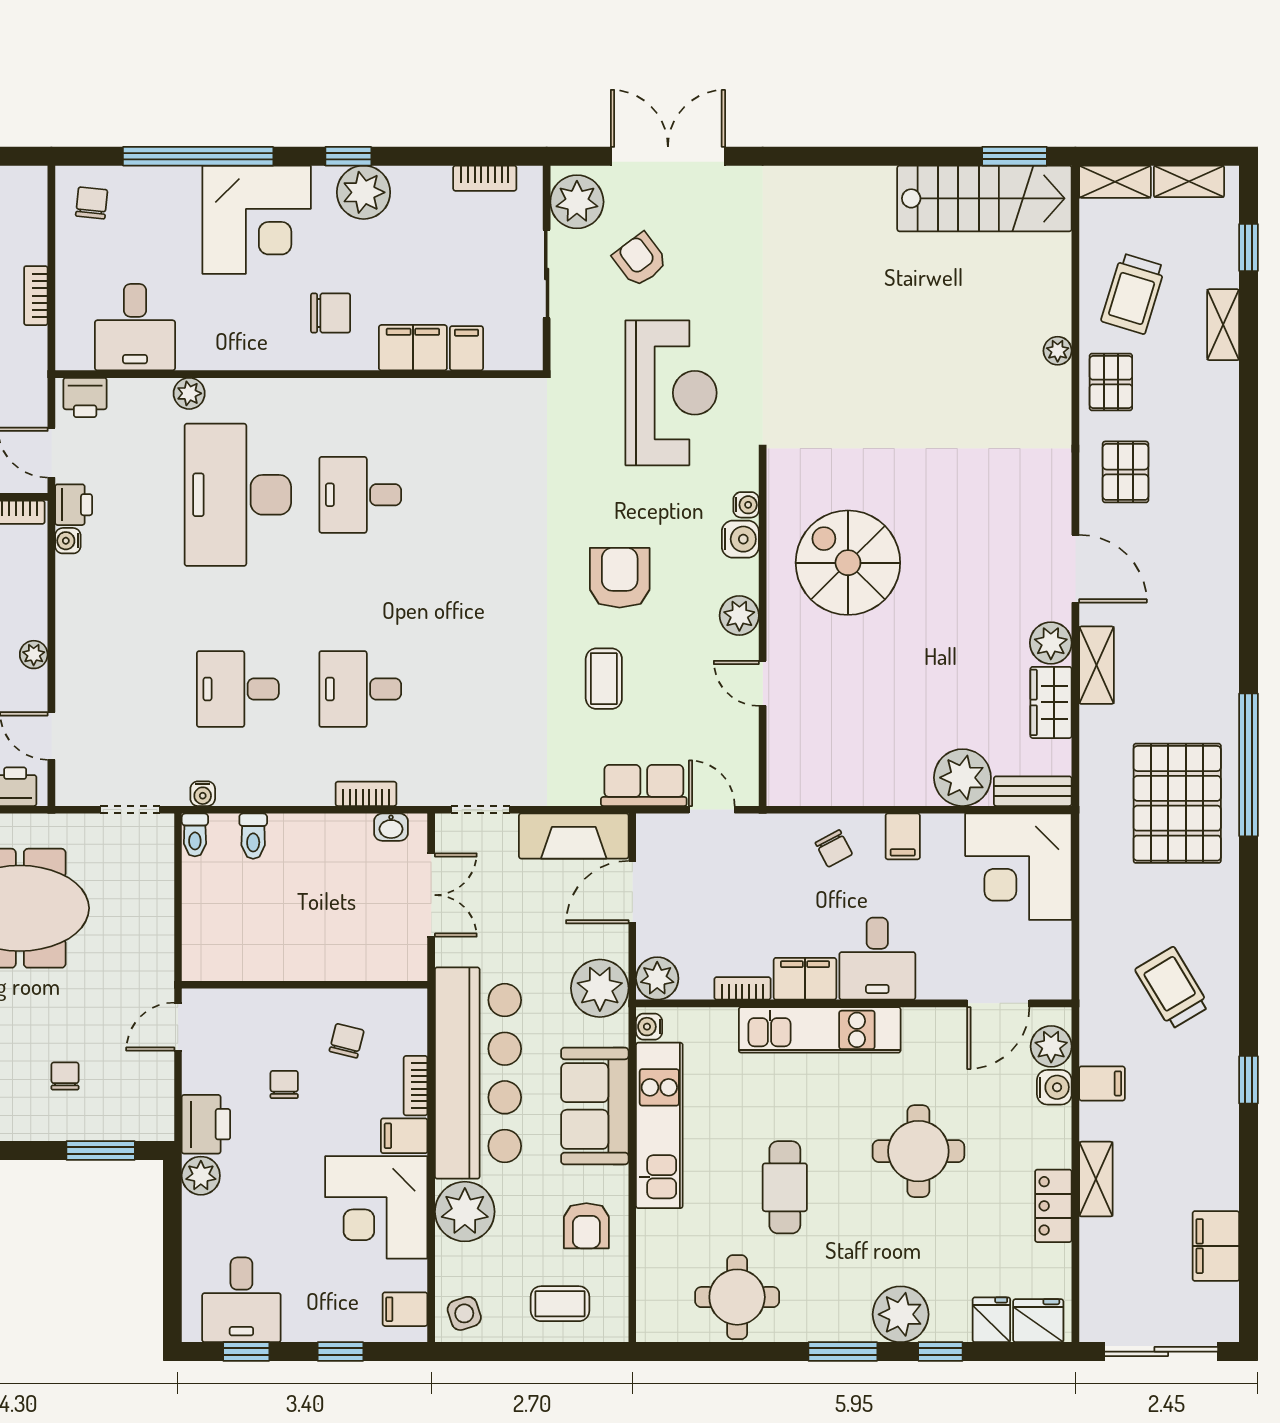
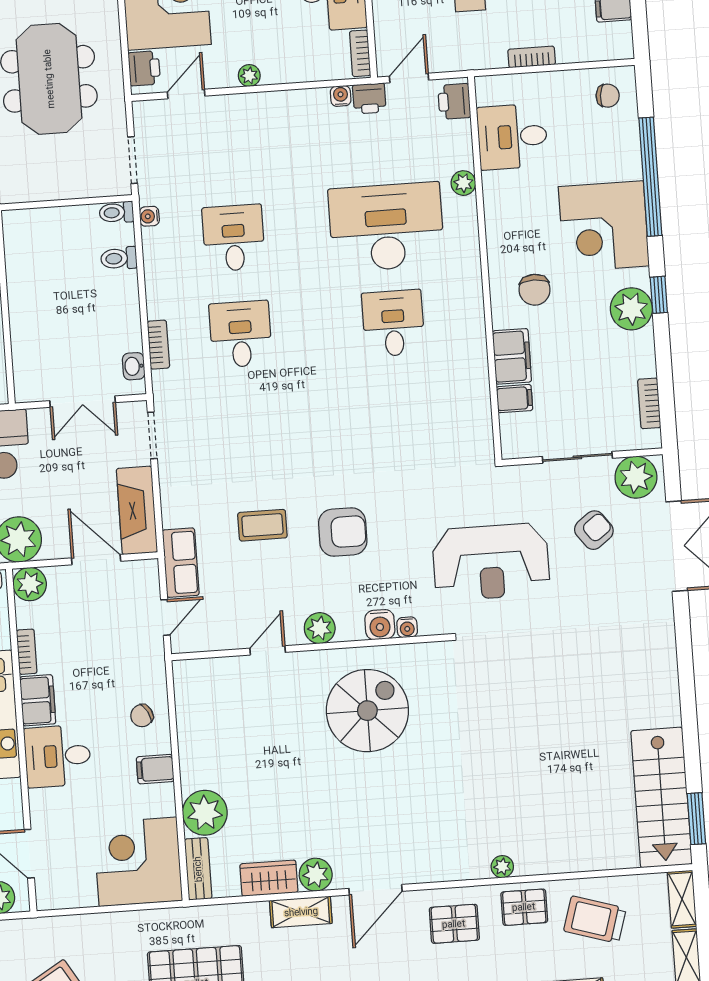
plant: (1058, 351) -> (502, 867), moved

